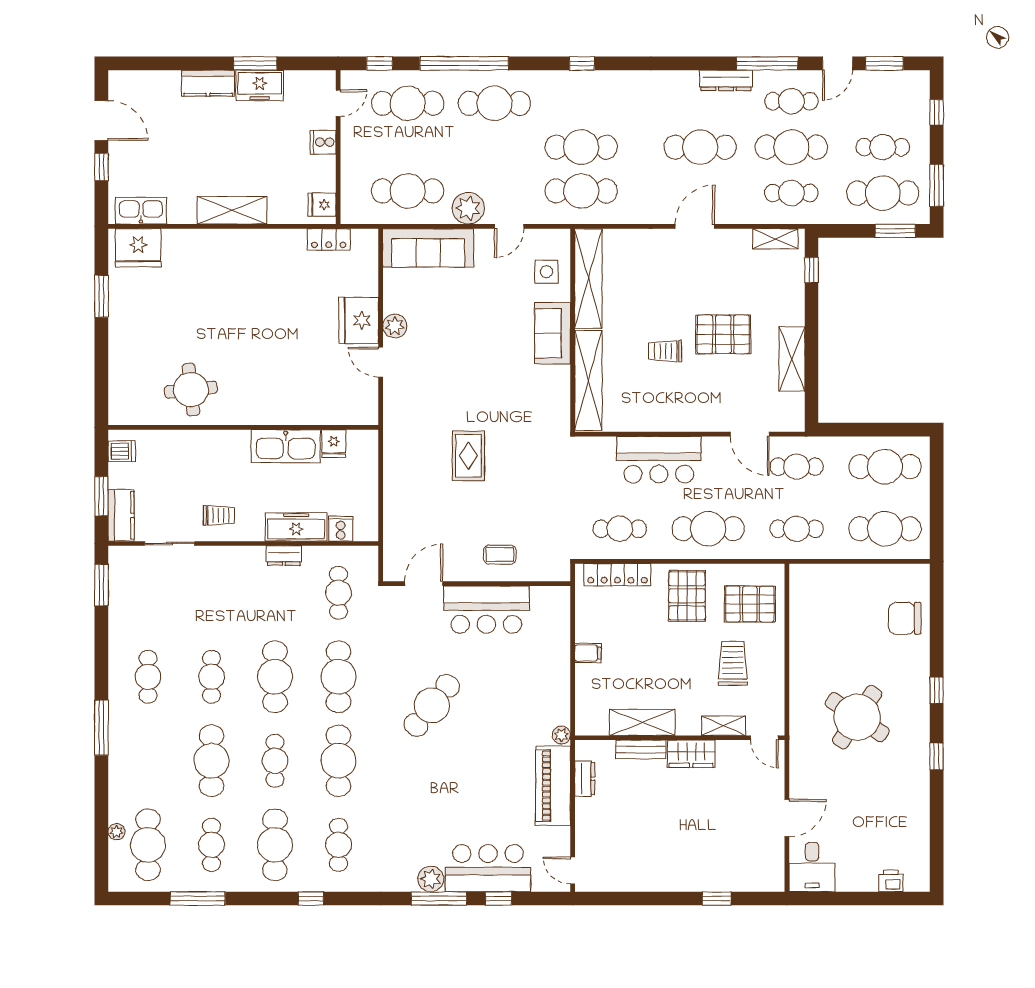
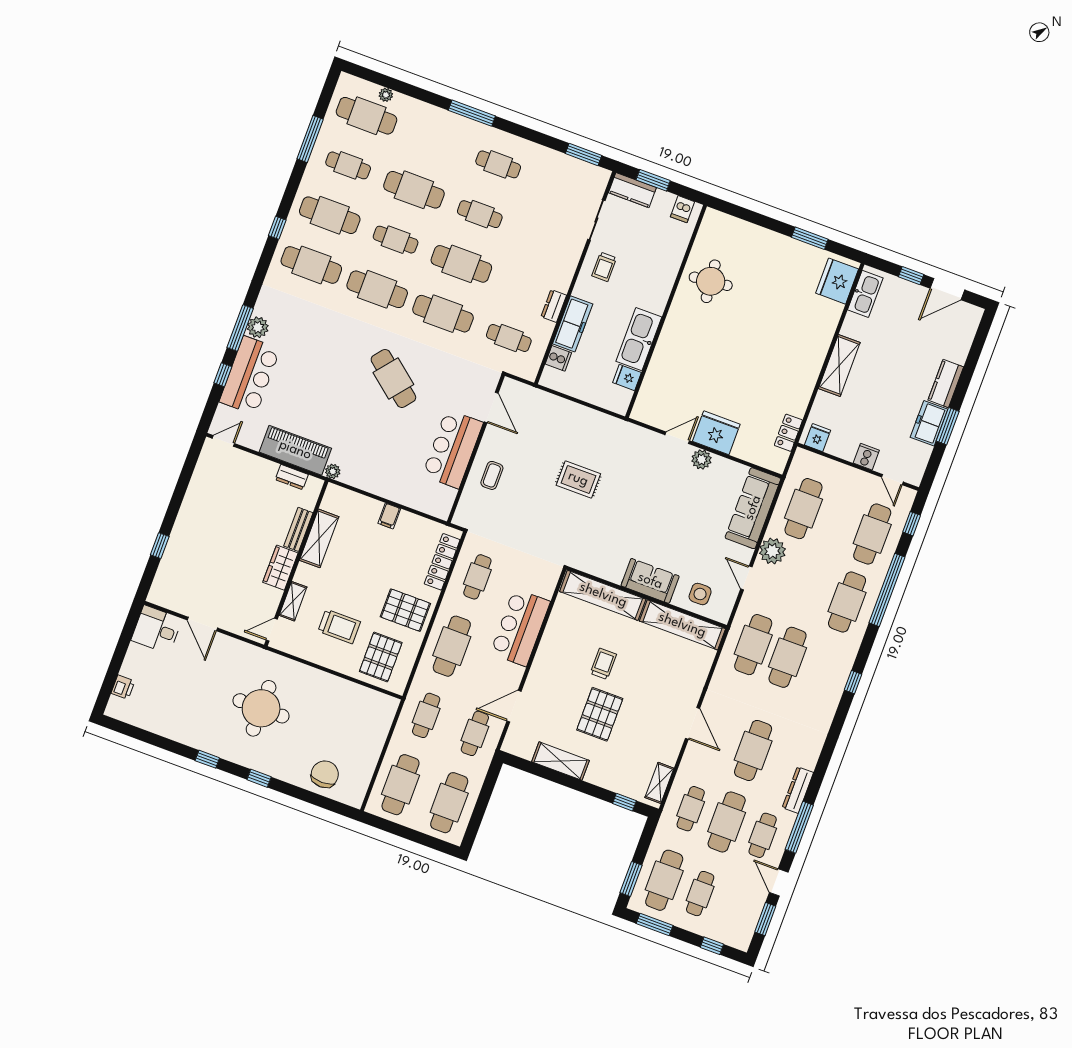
round table: (857, 717) -> (261, 708), turned -34
cafe table: (338, 845) -> (311, 265), width x1.37, depth x1.35

